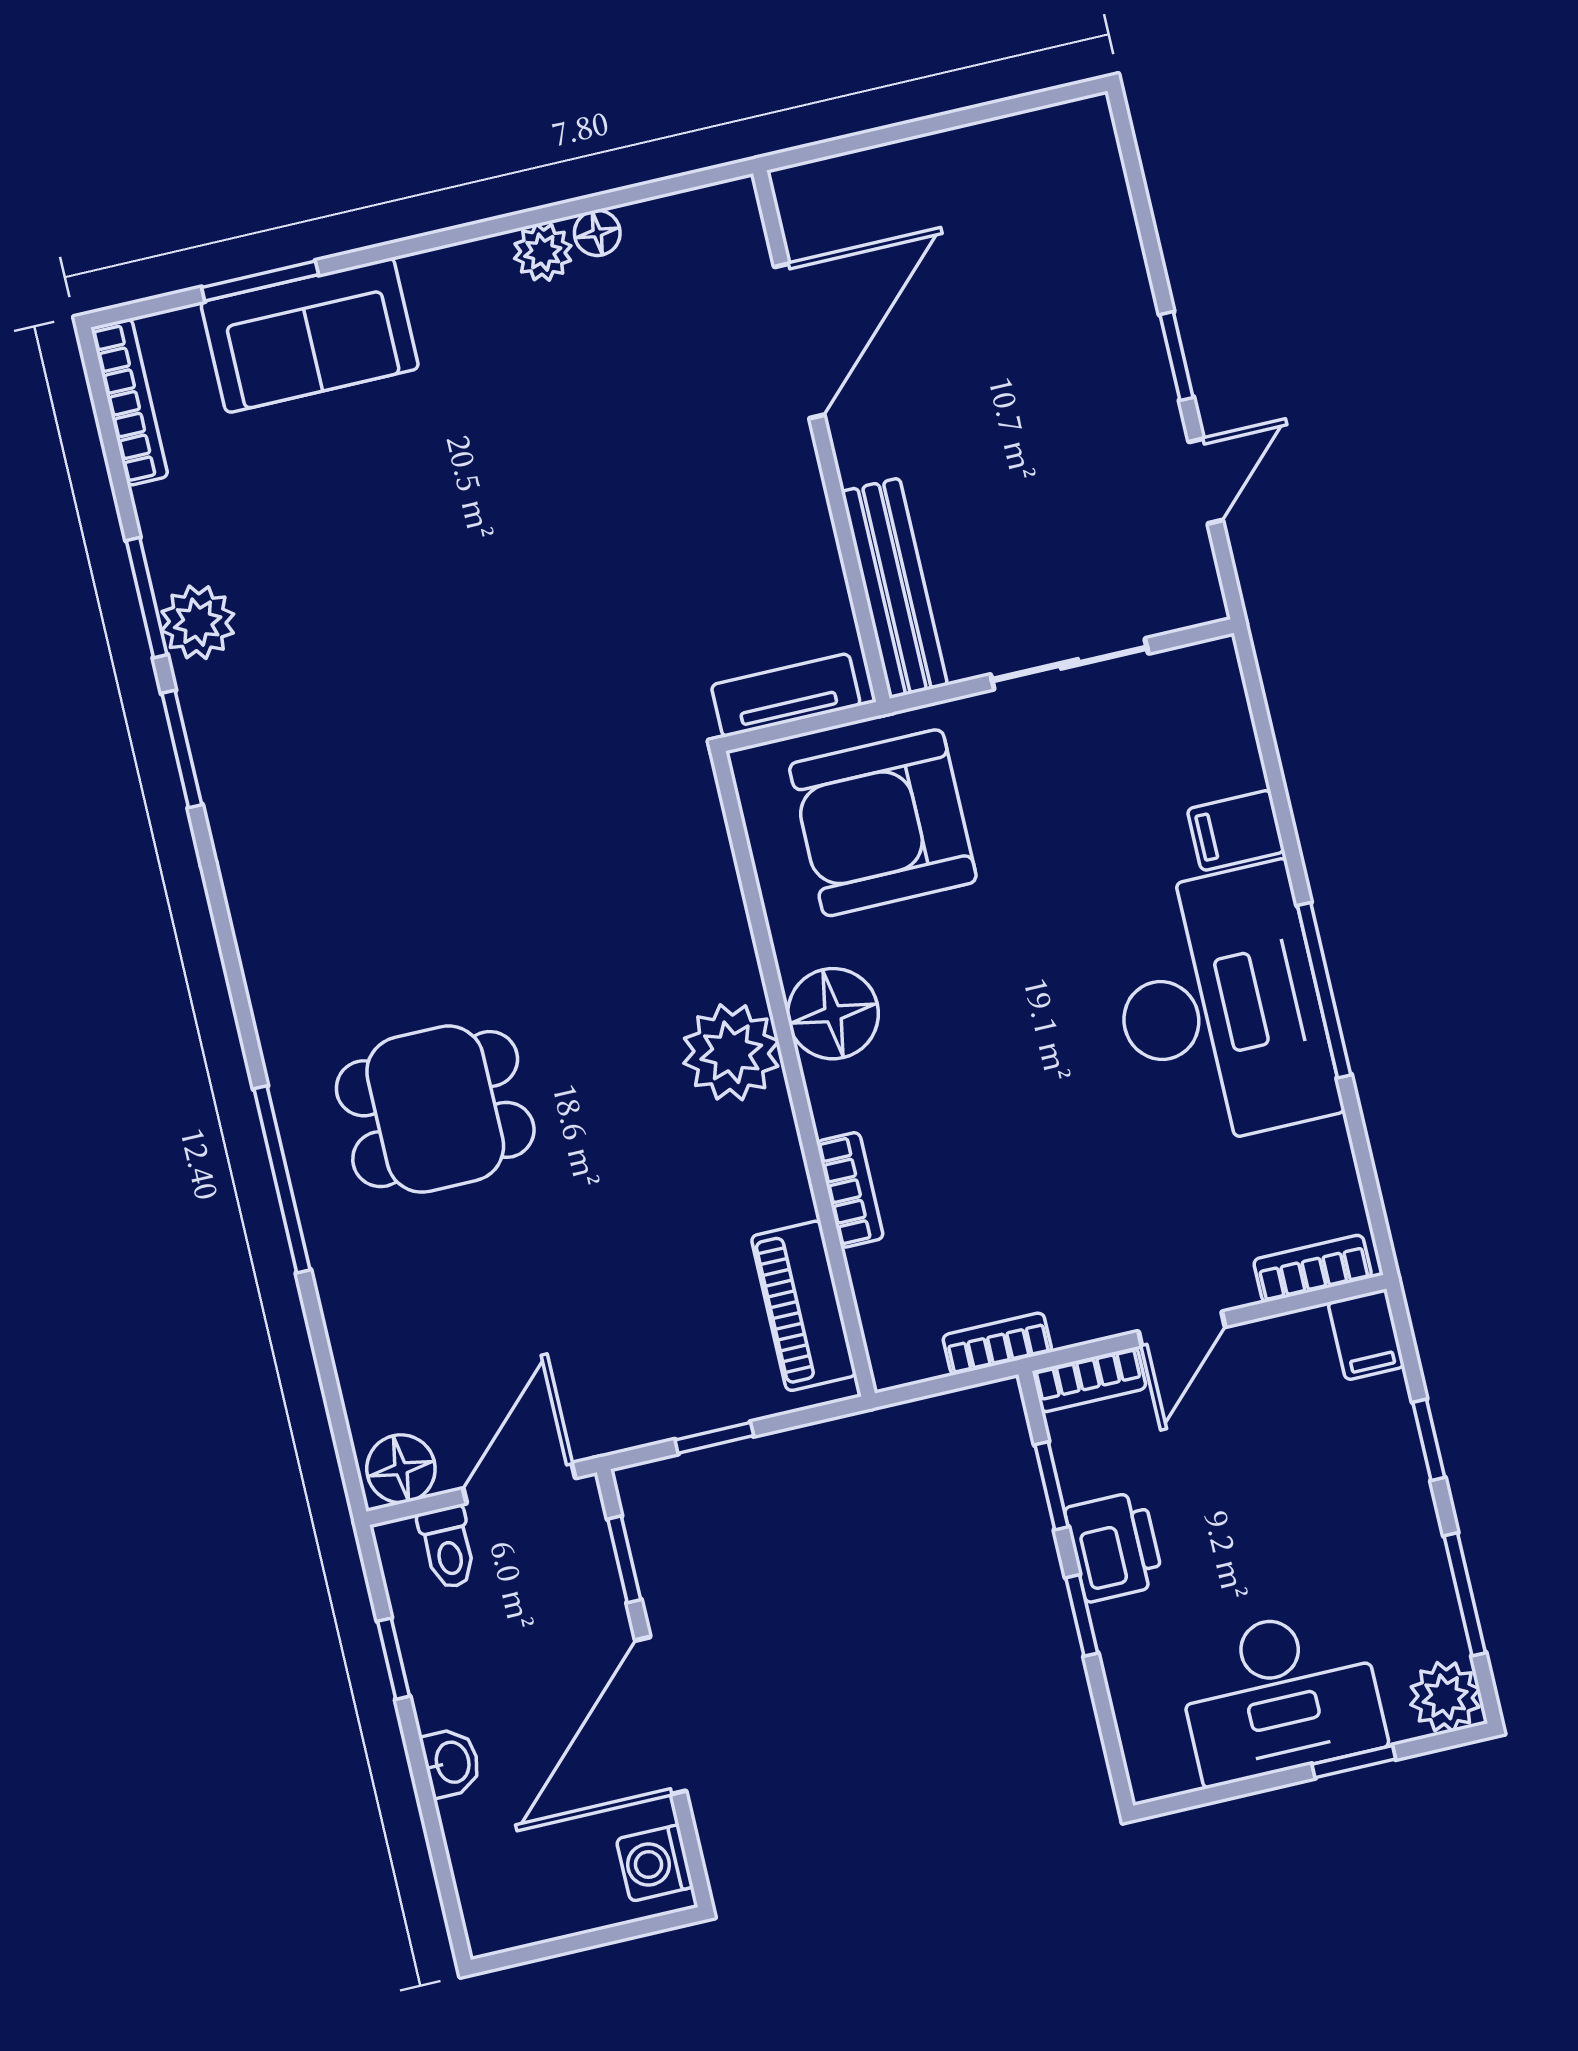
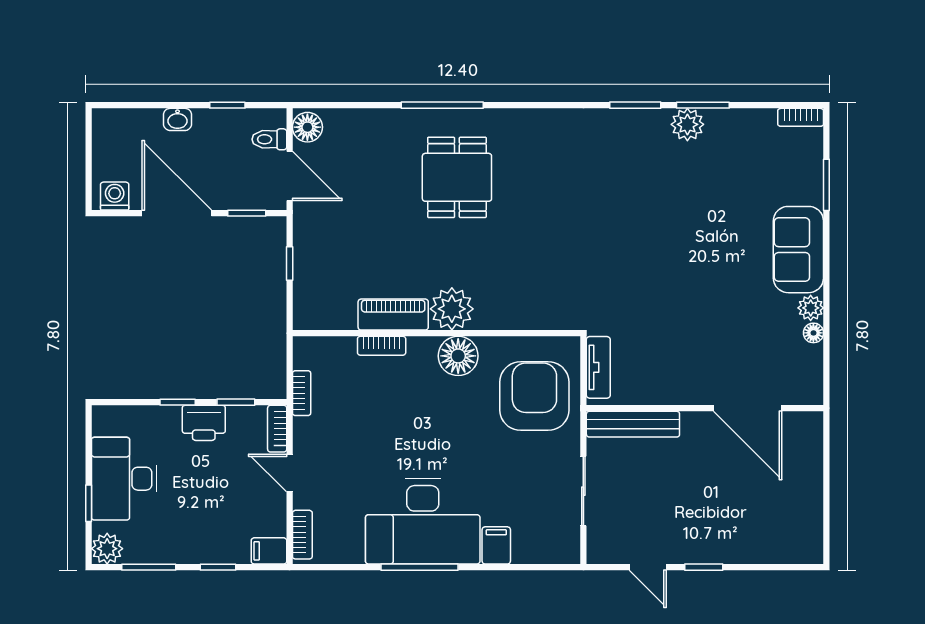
sofa: (310, 335) -> (798, 250), moved
bookcase: (130, 402) -> (801, 117), width x0.64
piano: (804, 1306) -> (393, 315), moved

